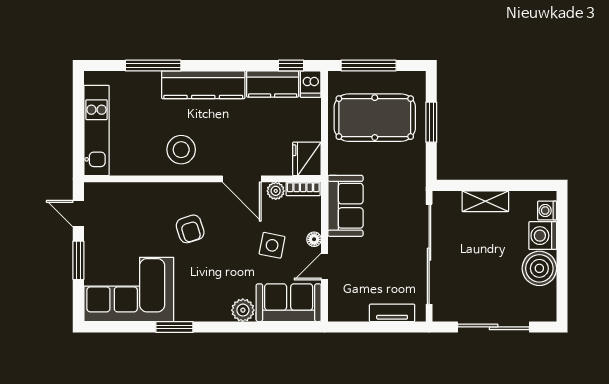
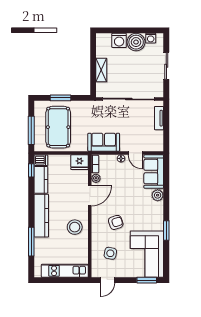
washing machine: (547, 211) -> (151, 38), moved
side table: (272, 245) -> (110, 253), moved
window: (78, 260) -> (147, 280), moved
sliding door: (494, 327) -> (166, 66), width x0.73

